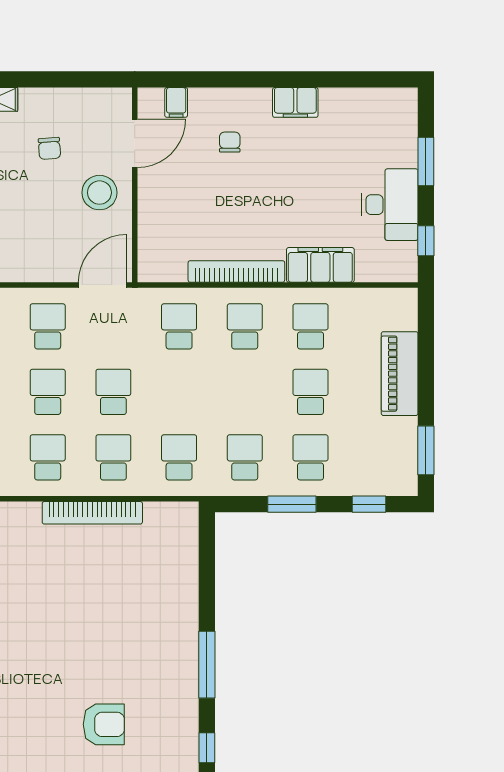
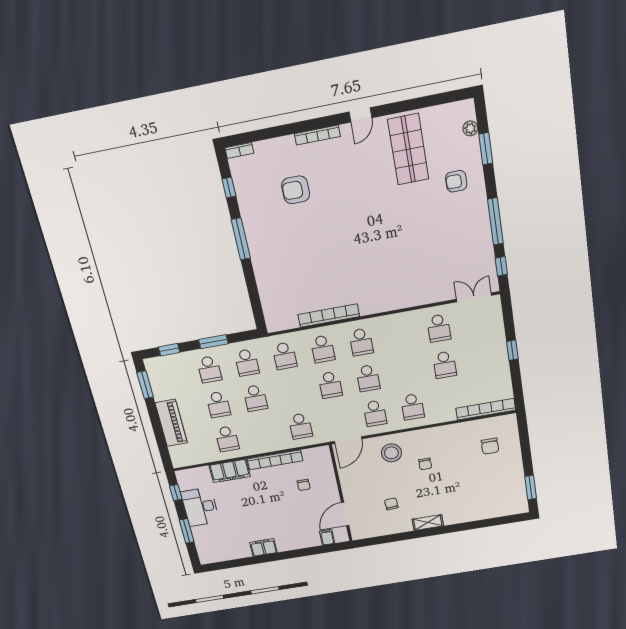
chair: (230, 142) -> (304, 485), moved
stool: (99, 193) -> (391, 453), moved
school desk: (245, 326) -> (255, 398), moved

